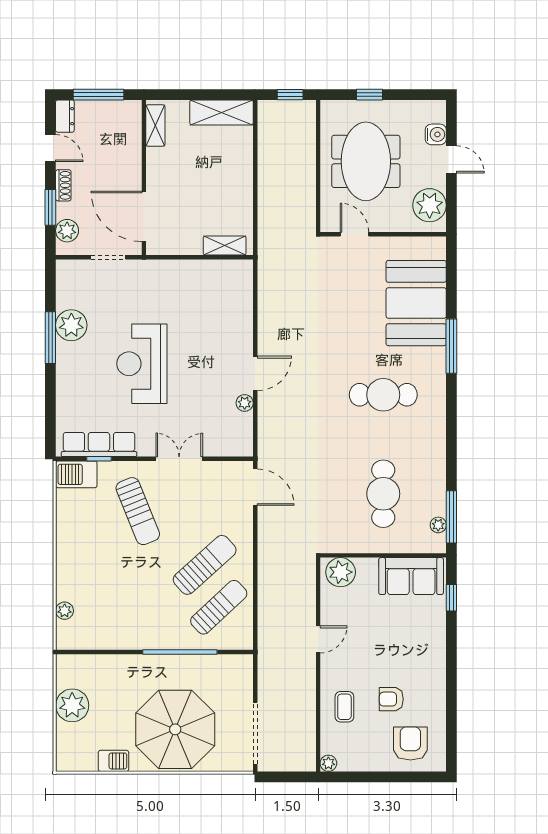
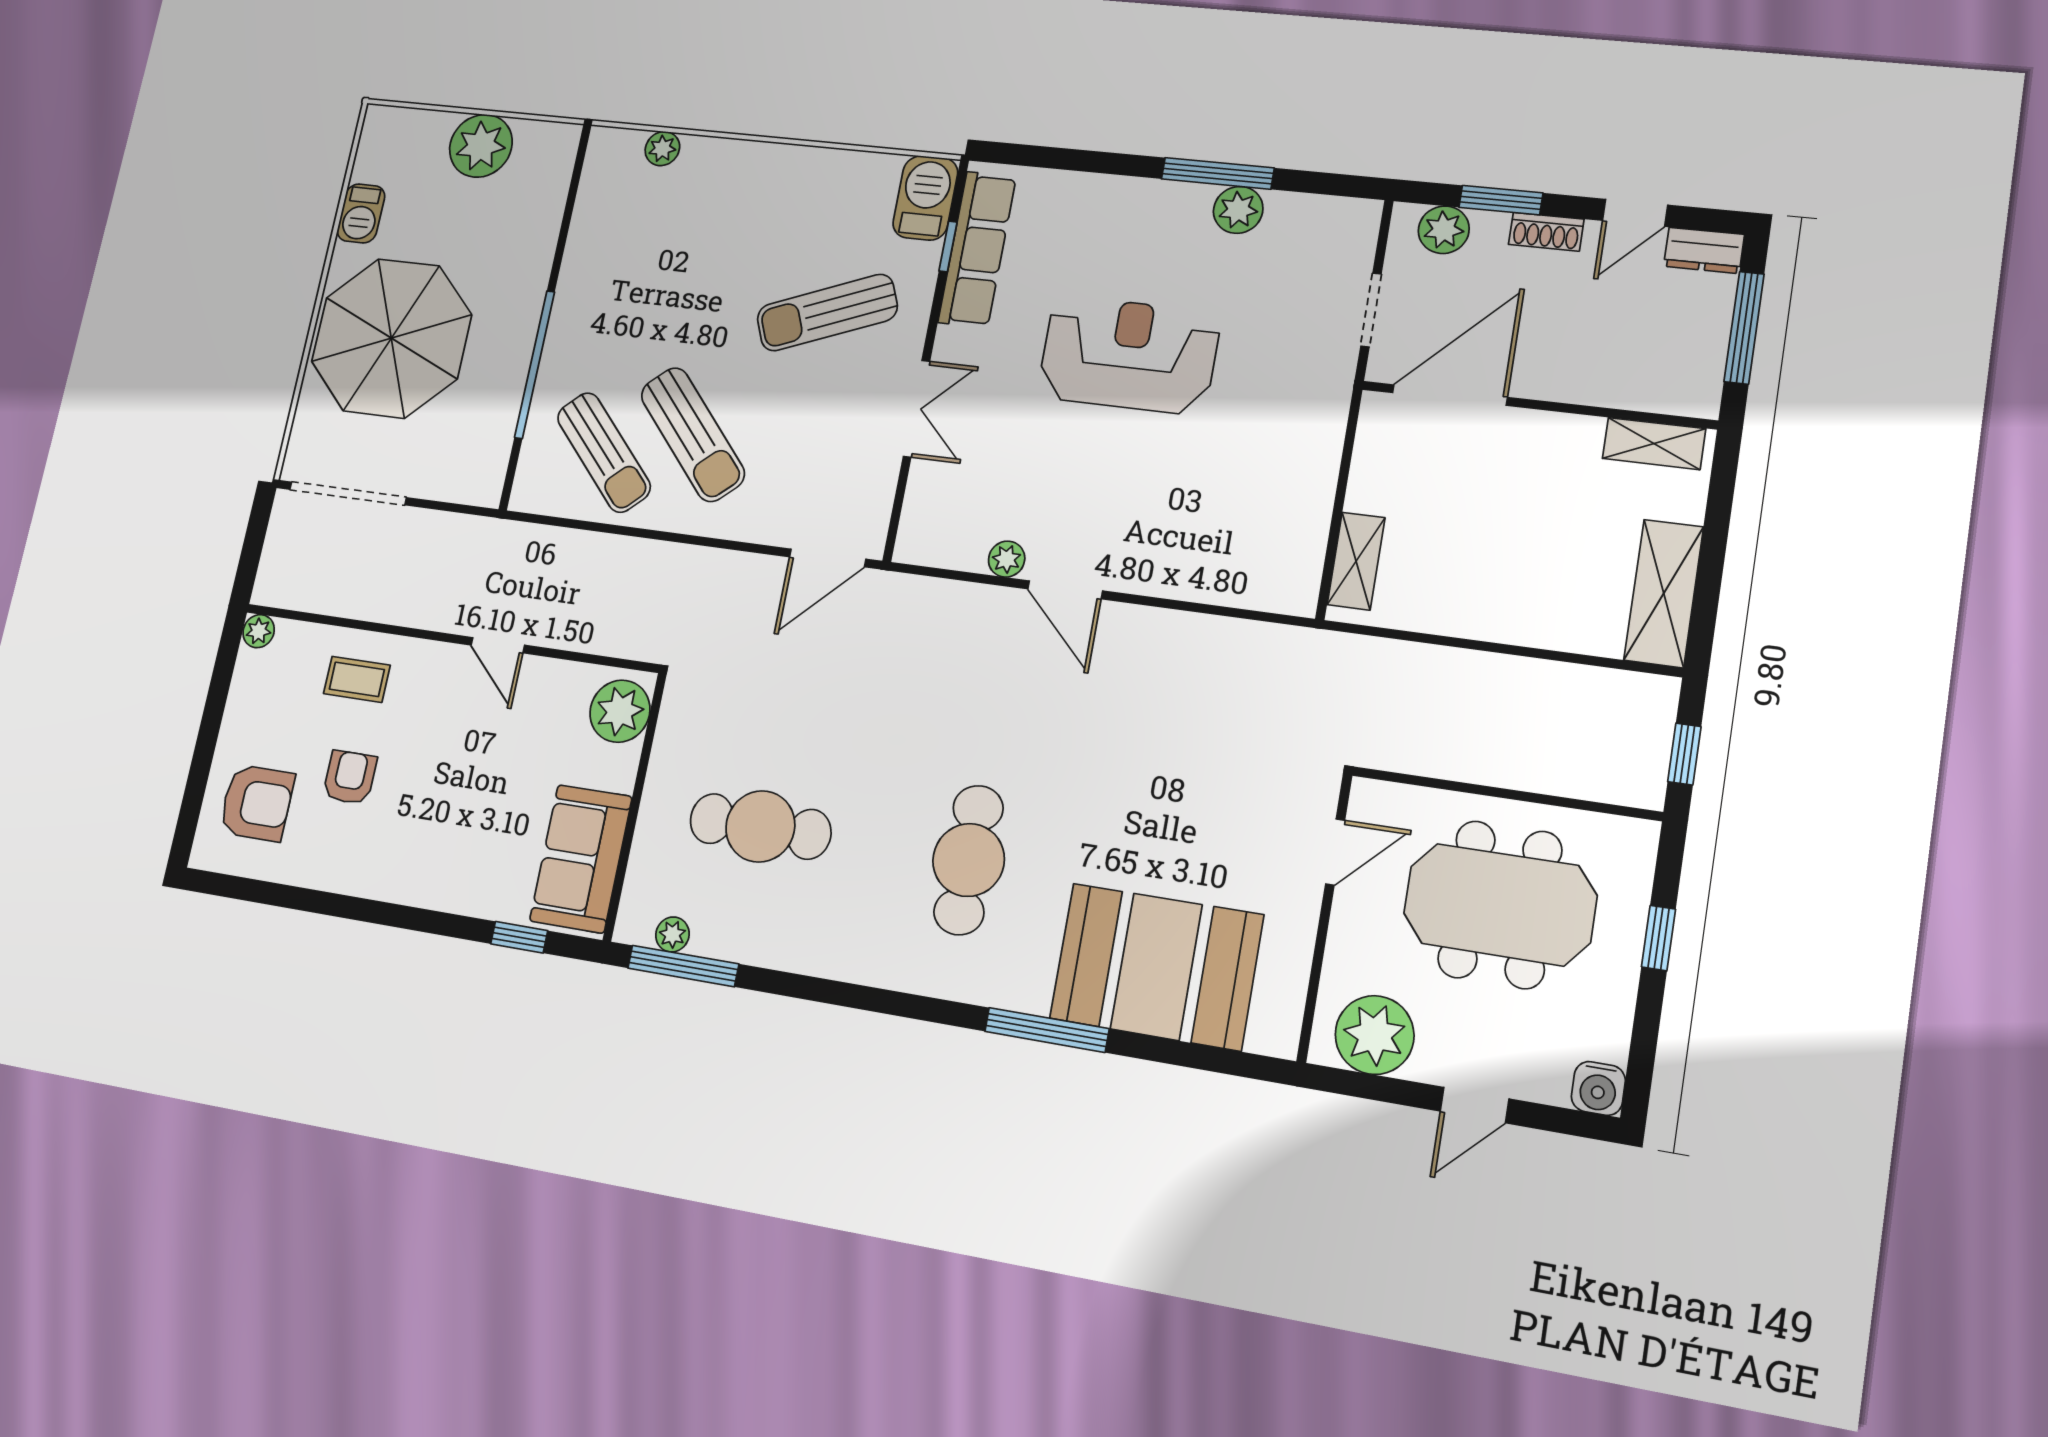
water cooler: (436, 134) -> (1598, 1088), moved
plant: (71, 325) -> (1238, 210), width x0.73, depth x0.73

